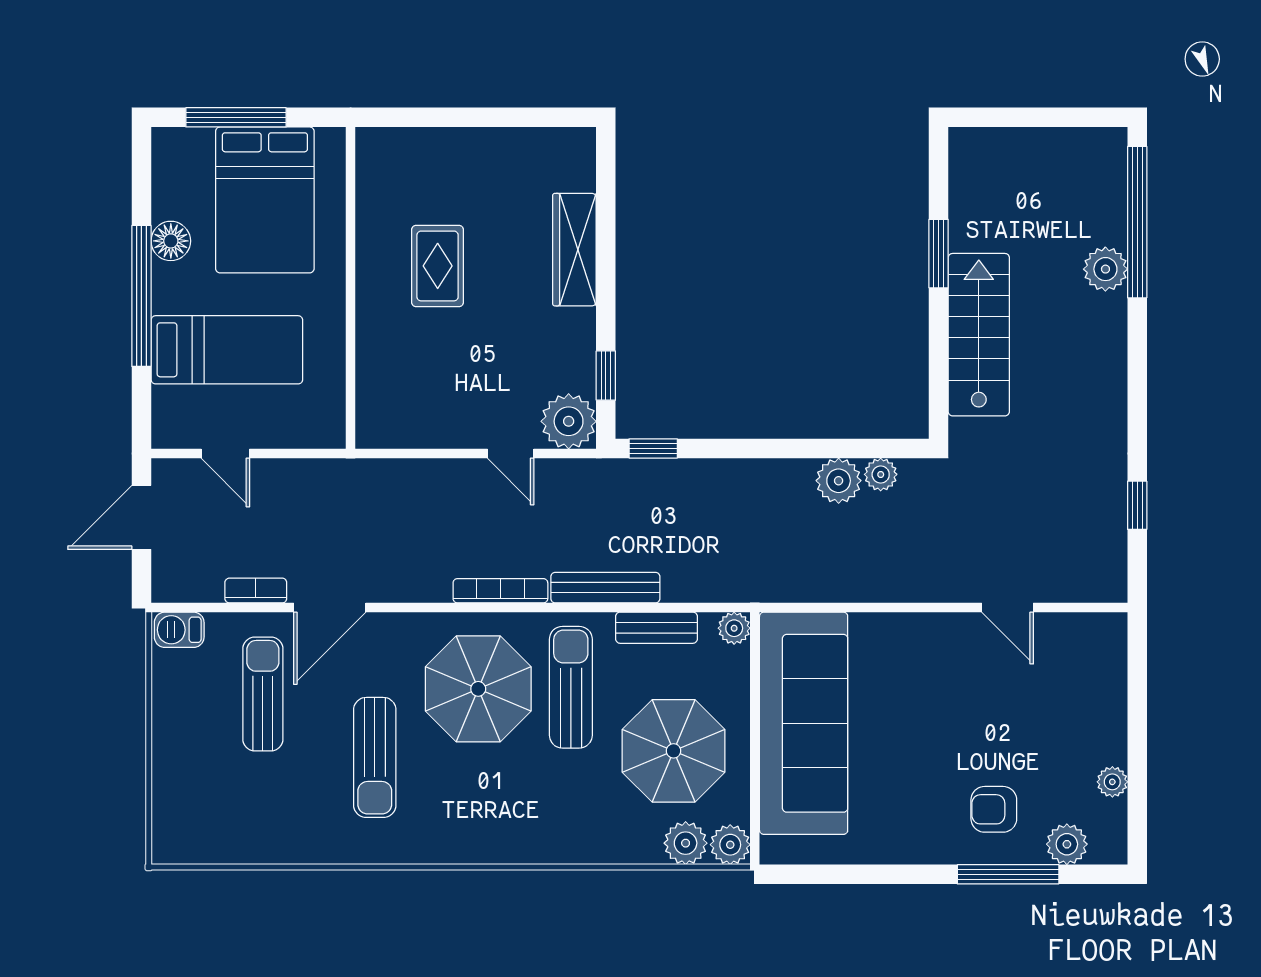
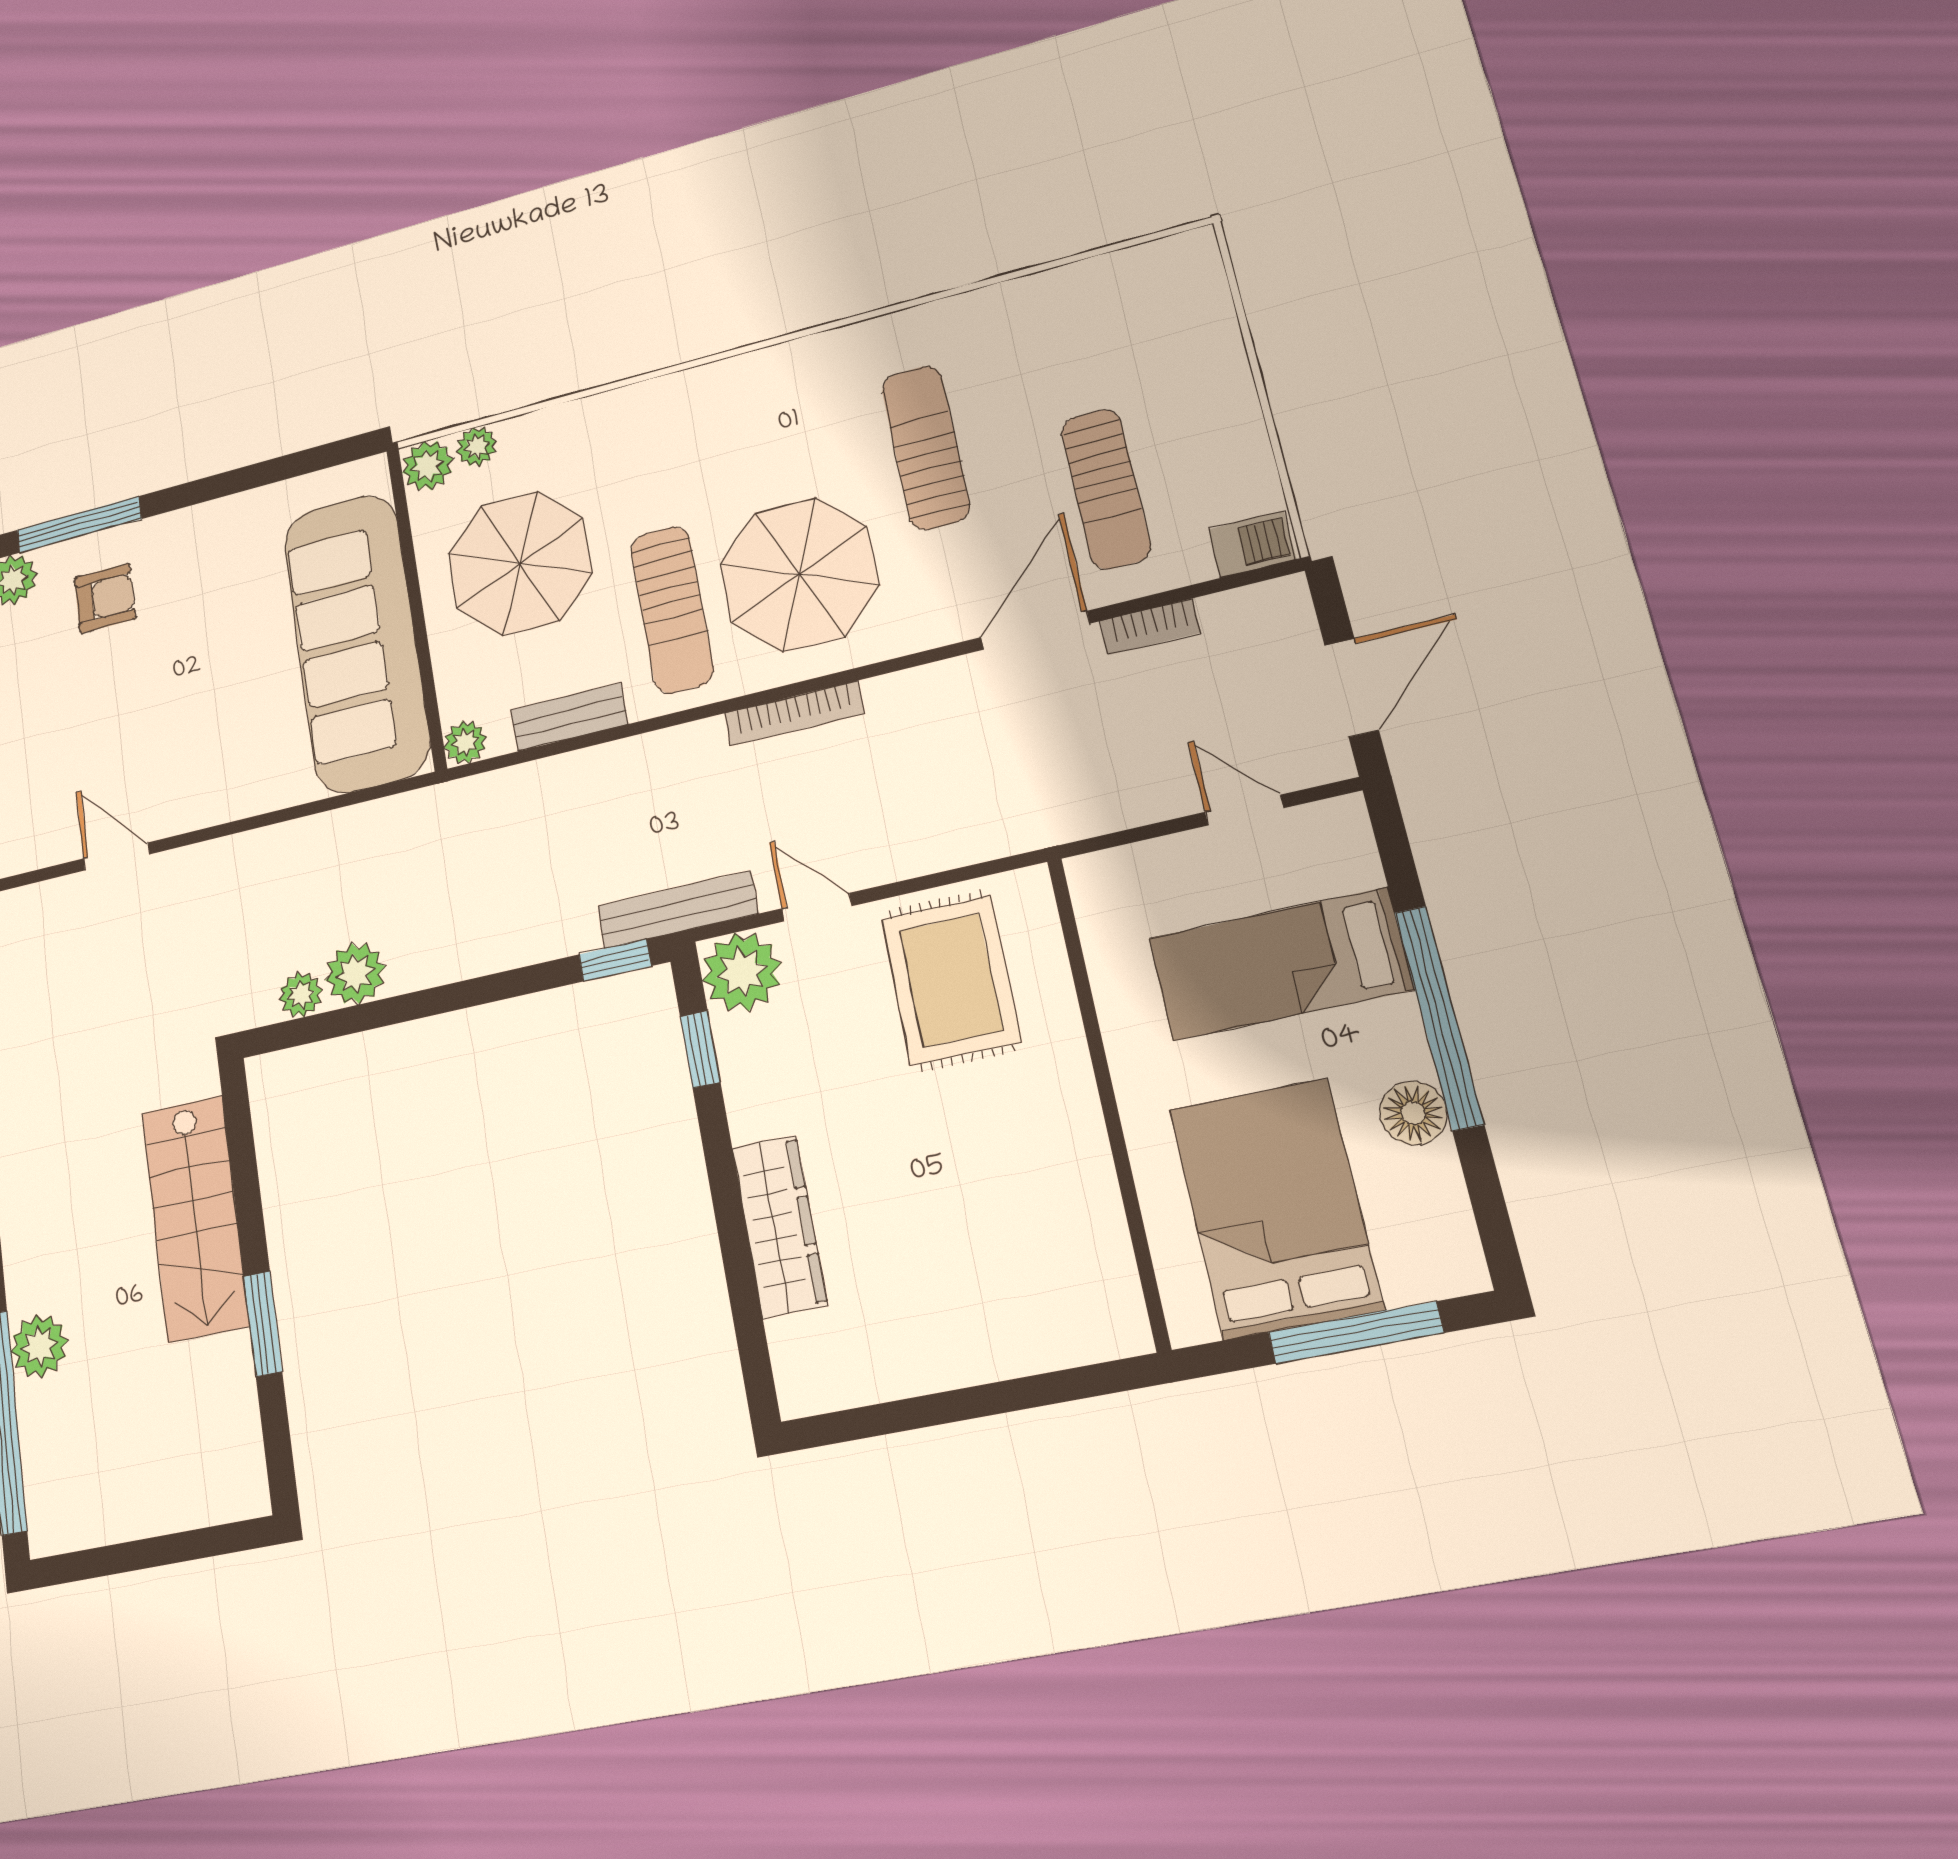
rug: (438, 266) -> (951, 980), moved, width x1.36, depth x1.43
bench: (605, 588) -> (678, 910), moved
plant: (686, 843) -> (477, 447), width x0.73, depth x0.73

